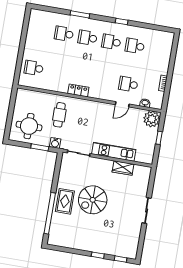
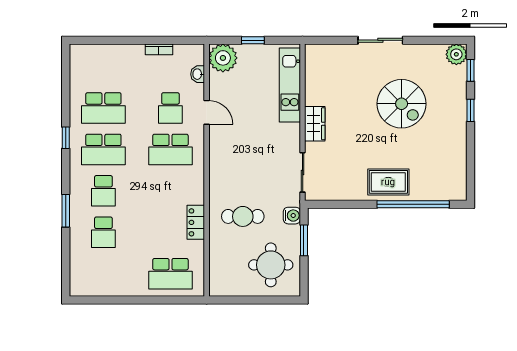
school desk: (111, 42) -> (103, 149), width x1.85
school desk: (135, 46) -> (103, 108), width x1.85
school desk: (34, 68) -> (170, 274), width x1.85
school desk: (105, 80) -> (170, 149), added
locker: (78, 90) -> (196, 222), moved
kitchen unit: (114, 152) -> (290, 85), moved
wardrobe: (123, 168) -> (315, 124), moved
spiral stairs: (93, 200) -> (402, 104), moved
plant: (131, 253) -> (456, 54), added

